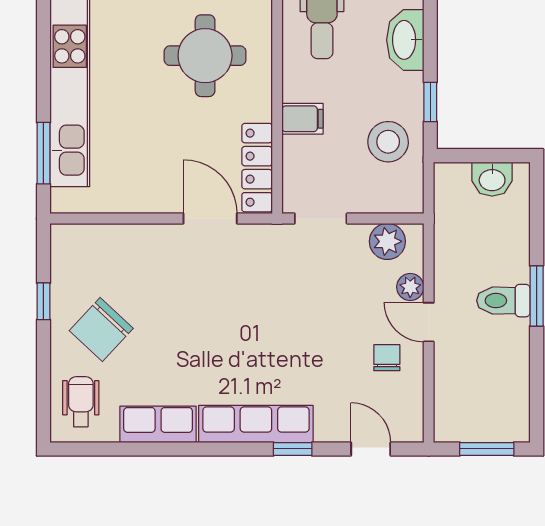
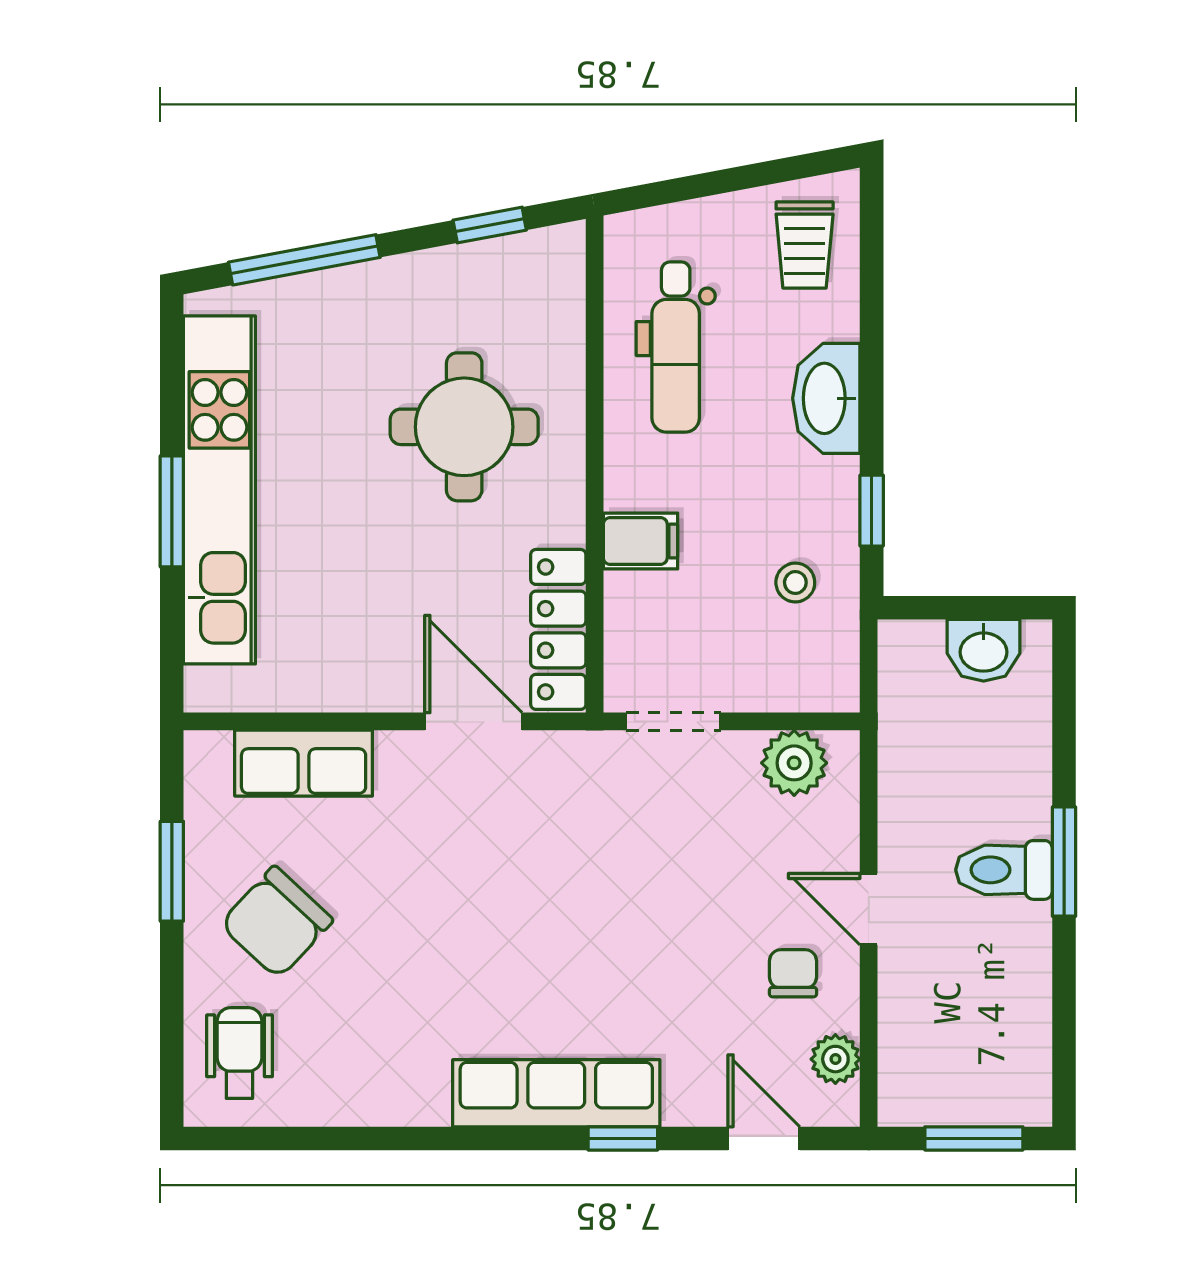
stool: (388, 142) -> (795, 582), width x0.53, depth x0.53
window: (43, 153) -> (172, 511), moved
plant: (410, 287) -> (835, 1059), moved
window: (43, 301) -> (172, 871), width x1.50
row of seats: (158, 424) -> (304, 763), moved, turned 180

